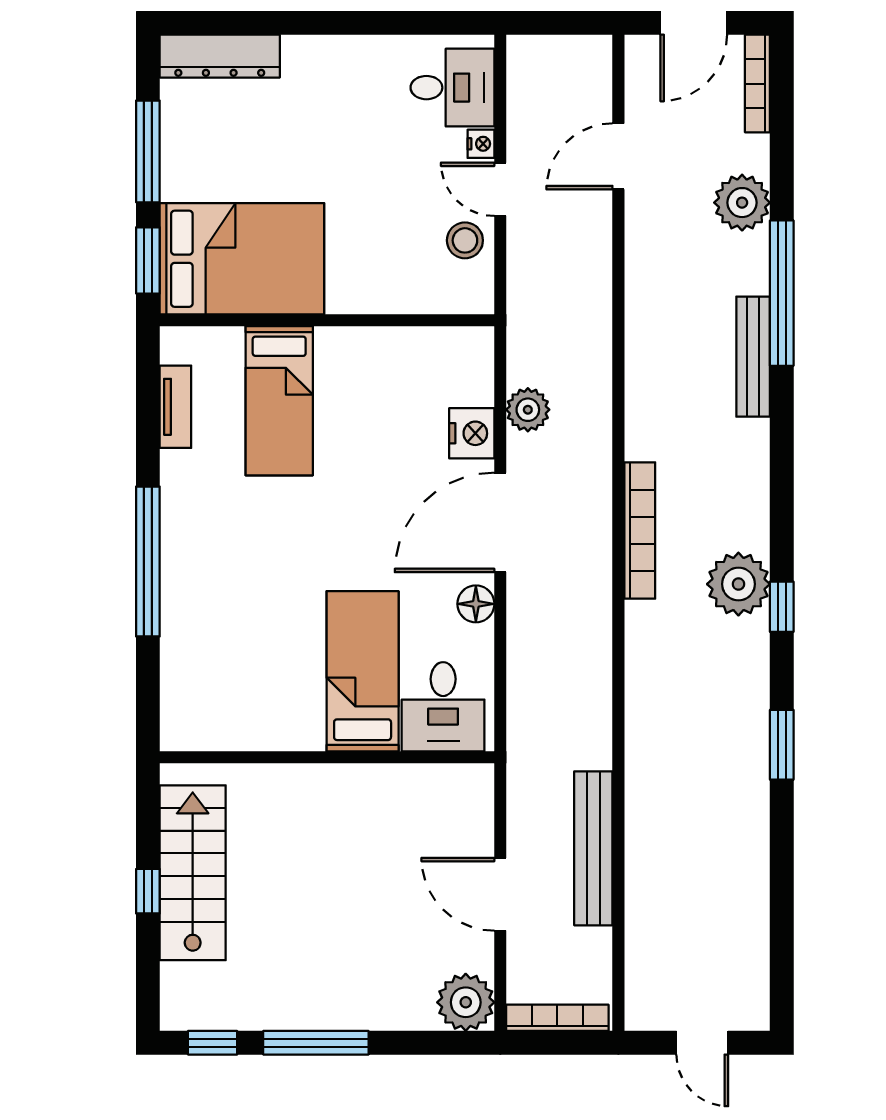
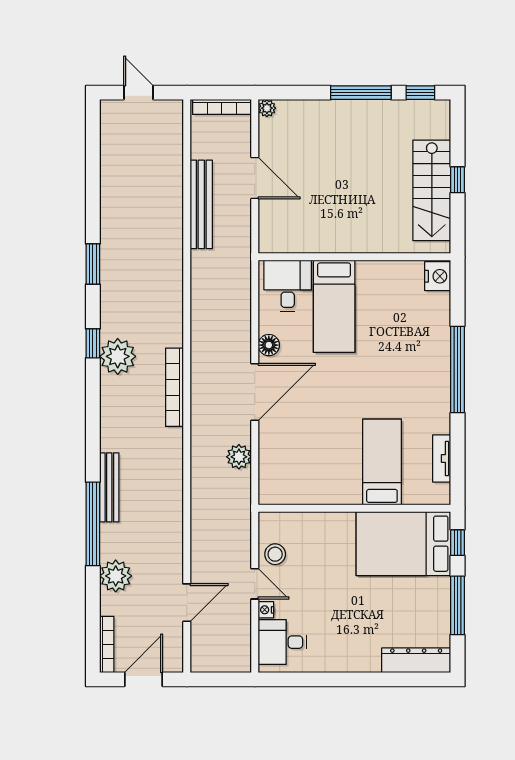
window: (148, 260) -> (458, 543), width x0.67
nightstand: (472, 433) -> (438, 276), moved, turned 180
plant: (466, 1002) -> (267, 108), width x0.53, depth x0.53

